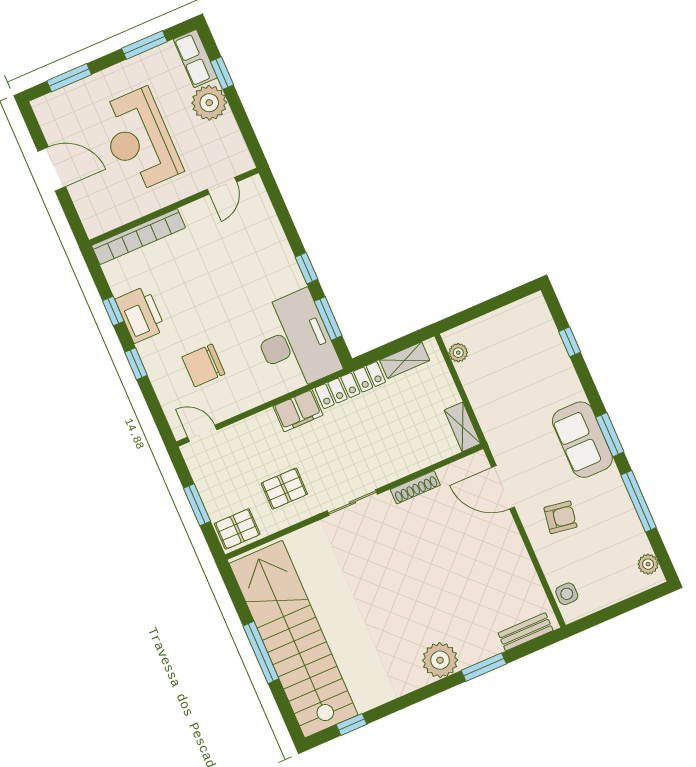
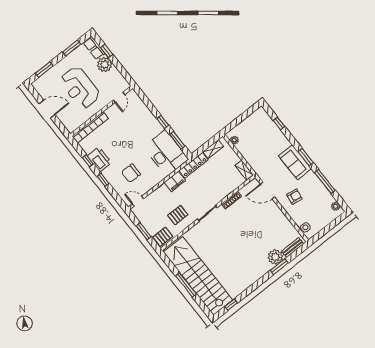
plant: (440, 660) -> (275, 257), moved

